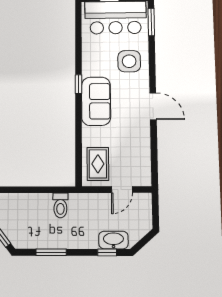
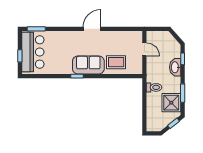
side table: (129, 61) -> (62, 44), removed
rug: (98, 164) -> (116, 62), moved
shower: (36, 234) -> (171, 103), added
washbasin: (113, 240) -> (175, 67), moved

